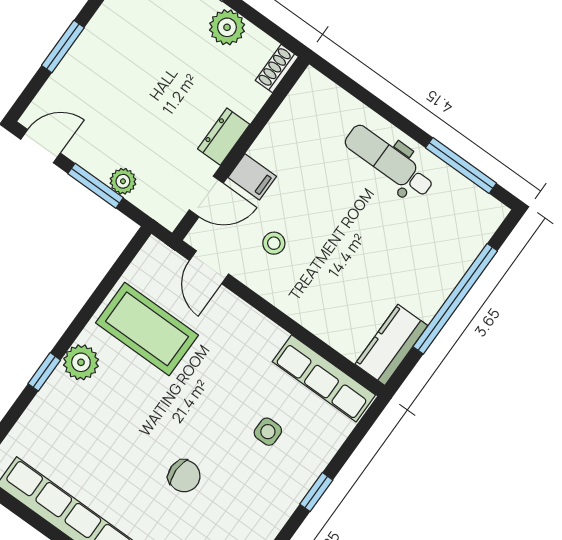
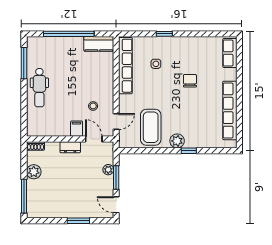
row of seats: (324, 378) -> (125, 66), width x1.36

